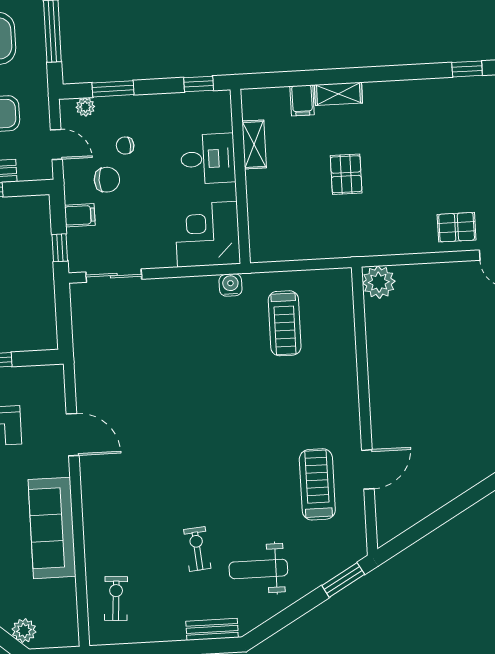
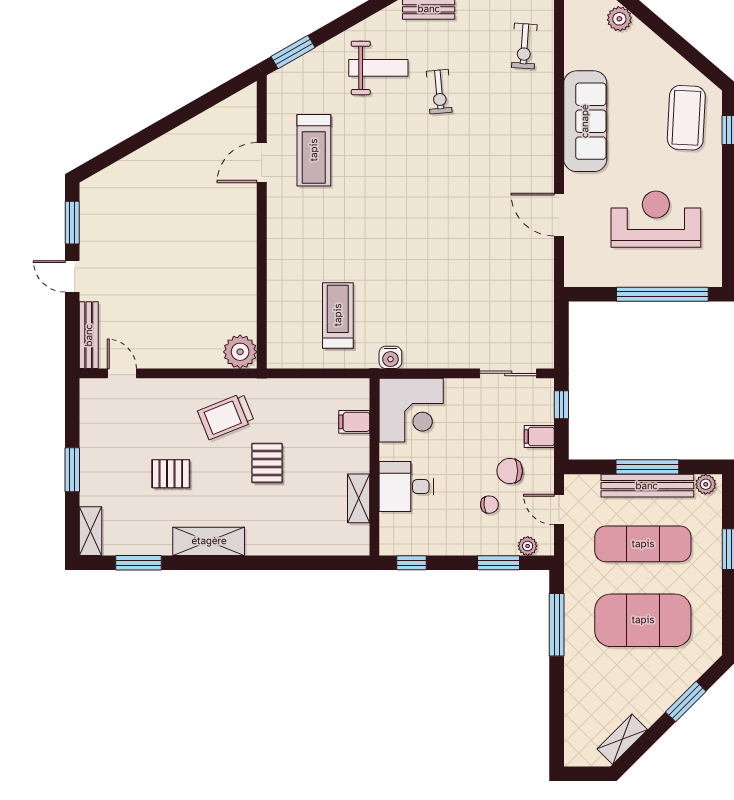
window: (467, 69) -> (138, 563), width x1.50
shelving: (338, 94) -> (209, 541), moved, width x1.50, depth x1.33
filing cabinet: (302, 100) -> (354, 422), moved, turned -90
trolley: (389, 218) -> (226, 416), added
pallet: (457, 227) -> (171, 474), moved

